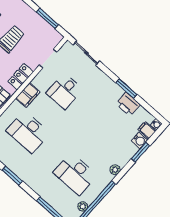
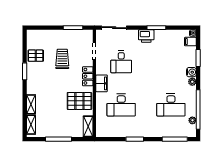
printer: (128, 104) -> (146, 36), moved
water cooler: (139, 140) -> (191, 72), moved

